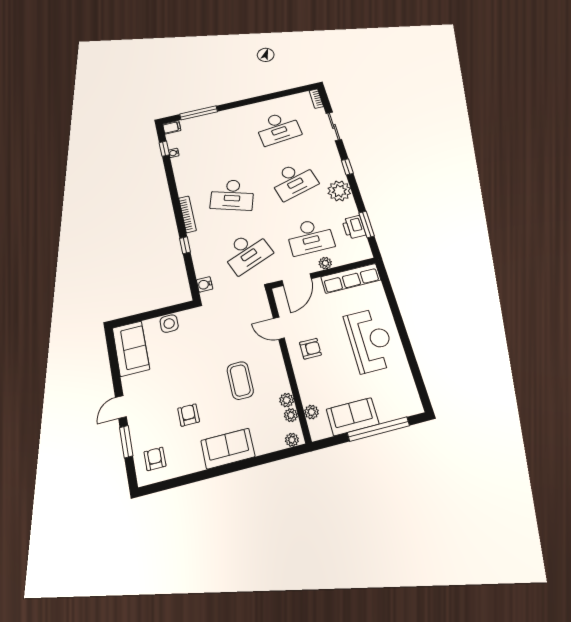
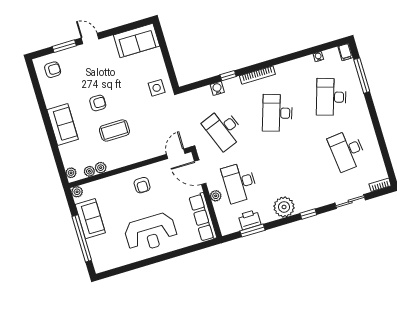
window: (164, 149) -> (323, 47), removed
desk: (293, 180) -> (331, 97), moved, turned 33
water cooler: (205, 284) -> (217, 88), moved
side table: (169, 324) -> (157, 88), moved
door: (279, 328) -> (176, 154), moved
plant: (312, 412) -> (77, 192), moved
armchair: (189, 415) -> (98, 103), moved

